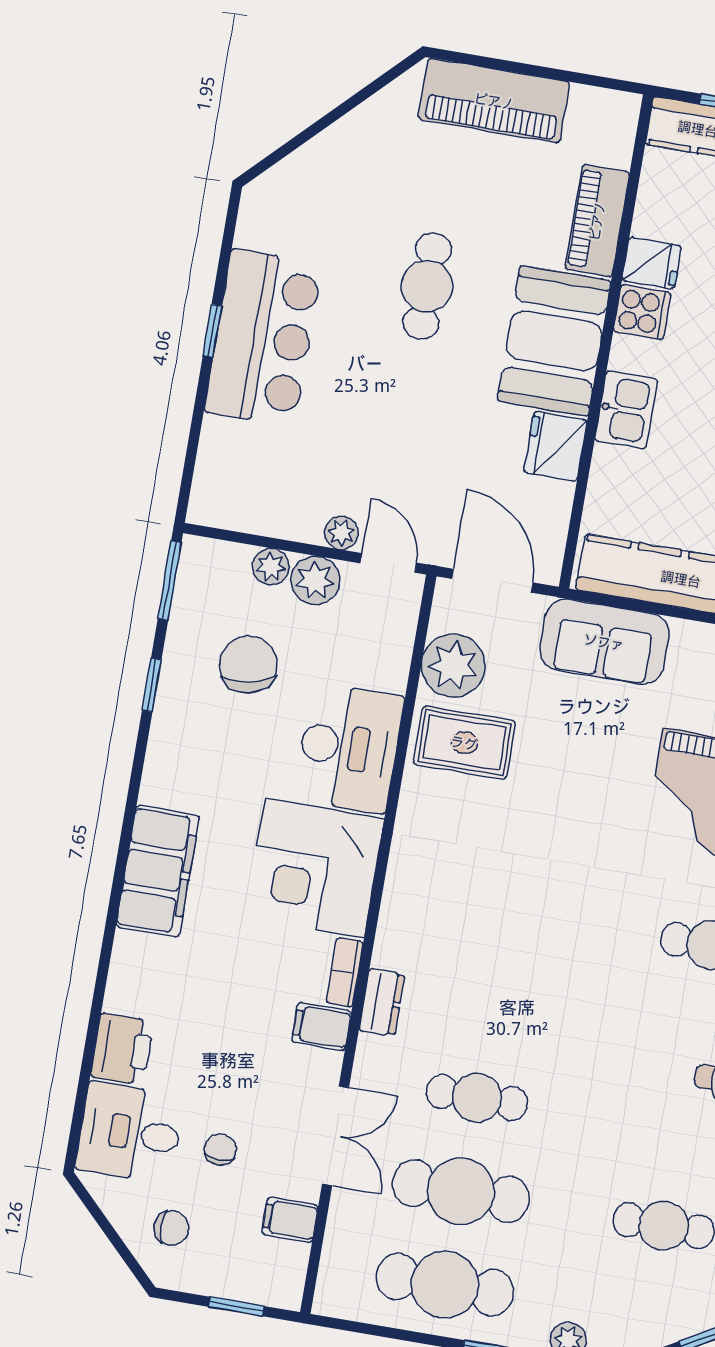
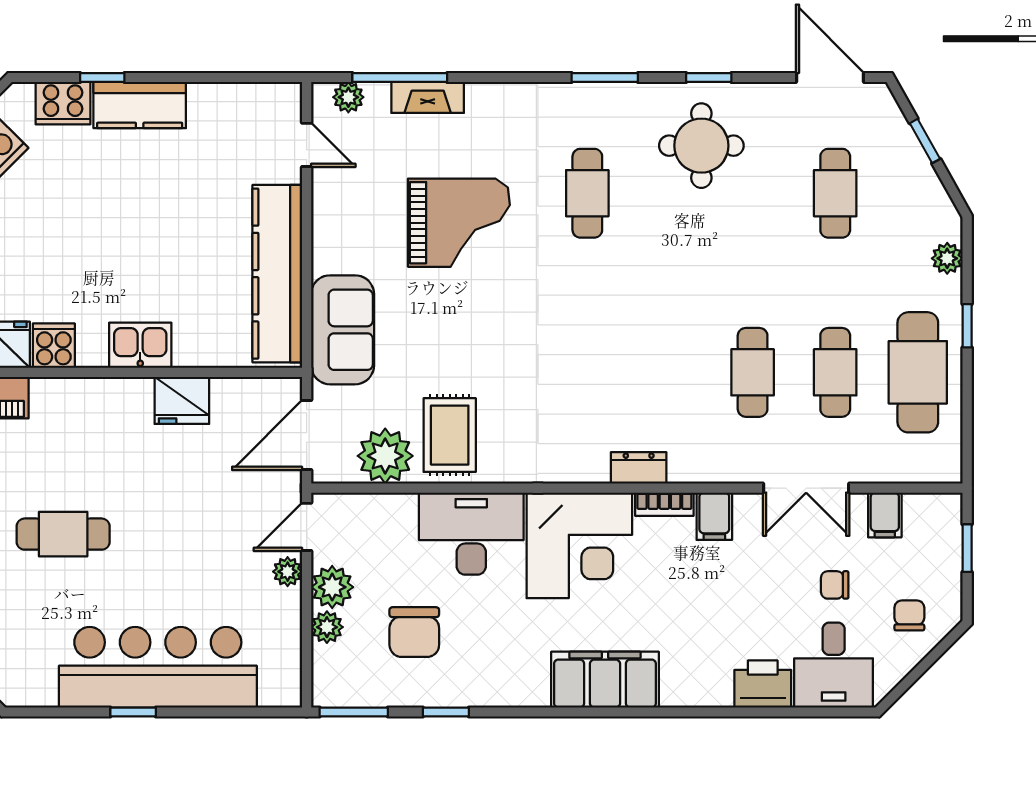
bar counter: (263, 338) -> (158, 667), width x1.36
booth: (554, 341) -> (92, 417), removed
chair: (248, 664) -> (414, 632), turned -79
dresser: (382, 1002) -> (639, 468), moved
double door: (336, 1136) -> (806, 488), swing flipped
cafe table: (461, 1191) -> (835, 372), width x0.73, depth x0.74

